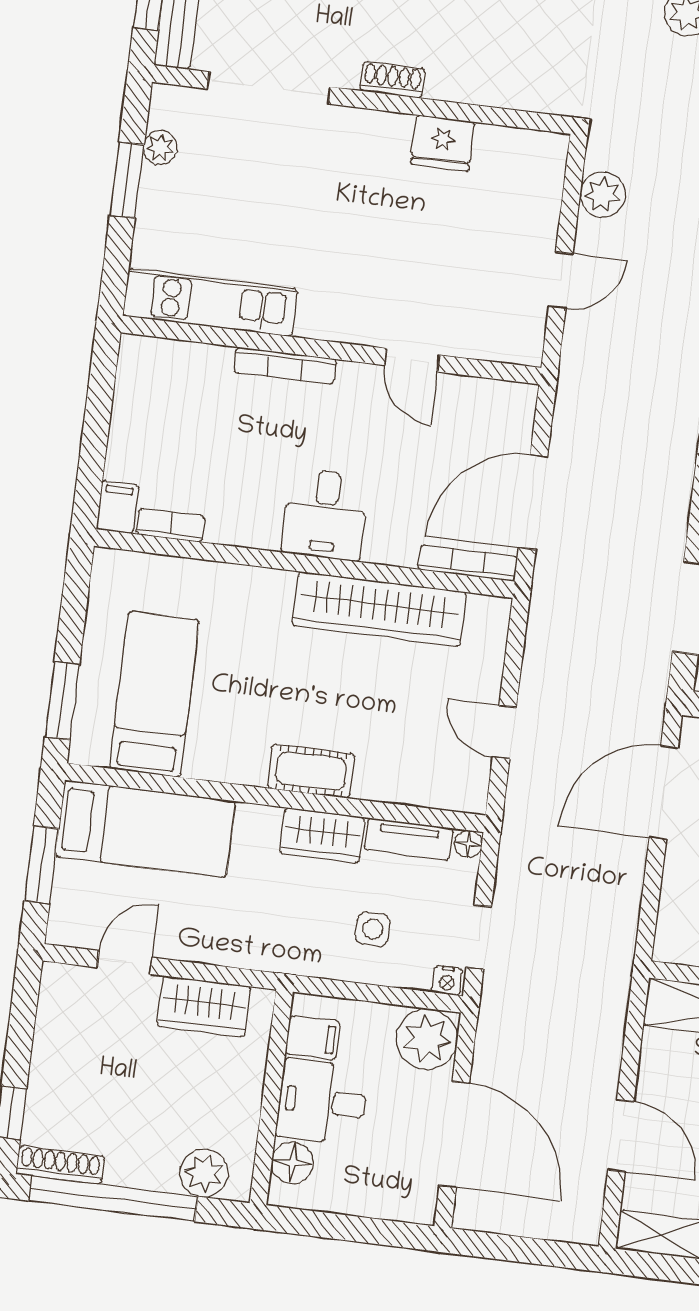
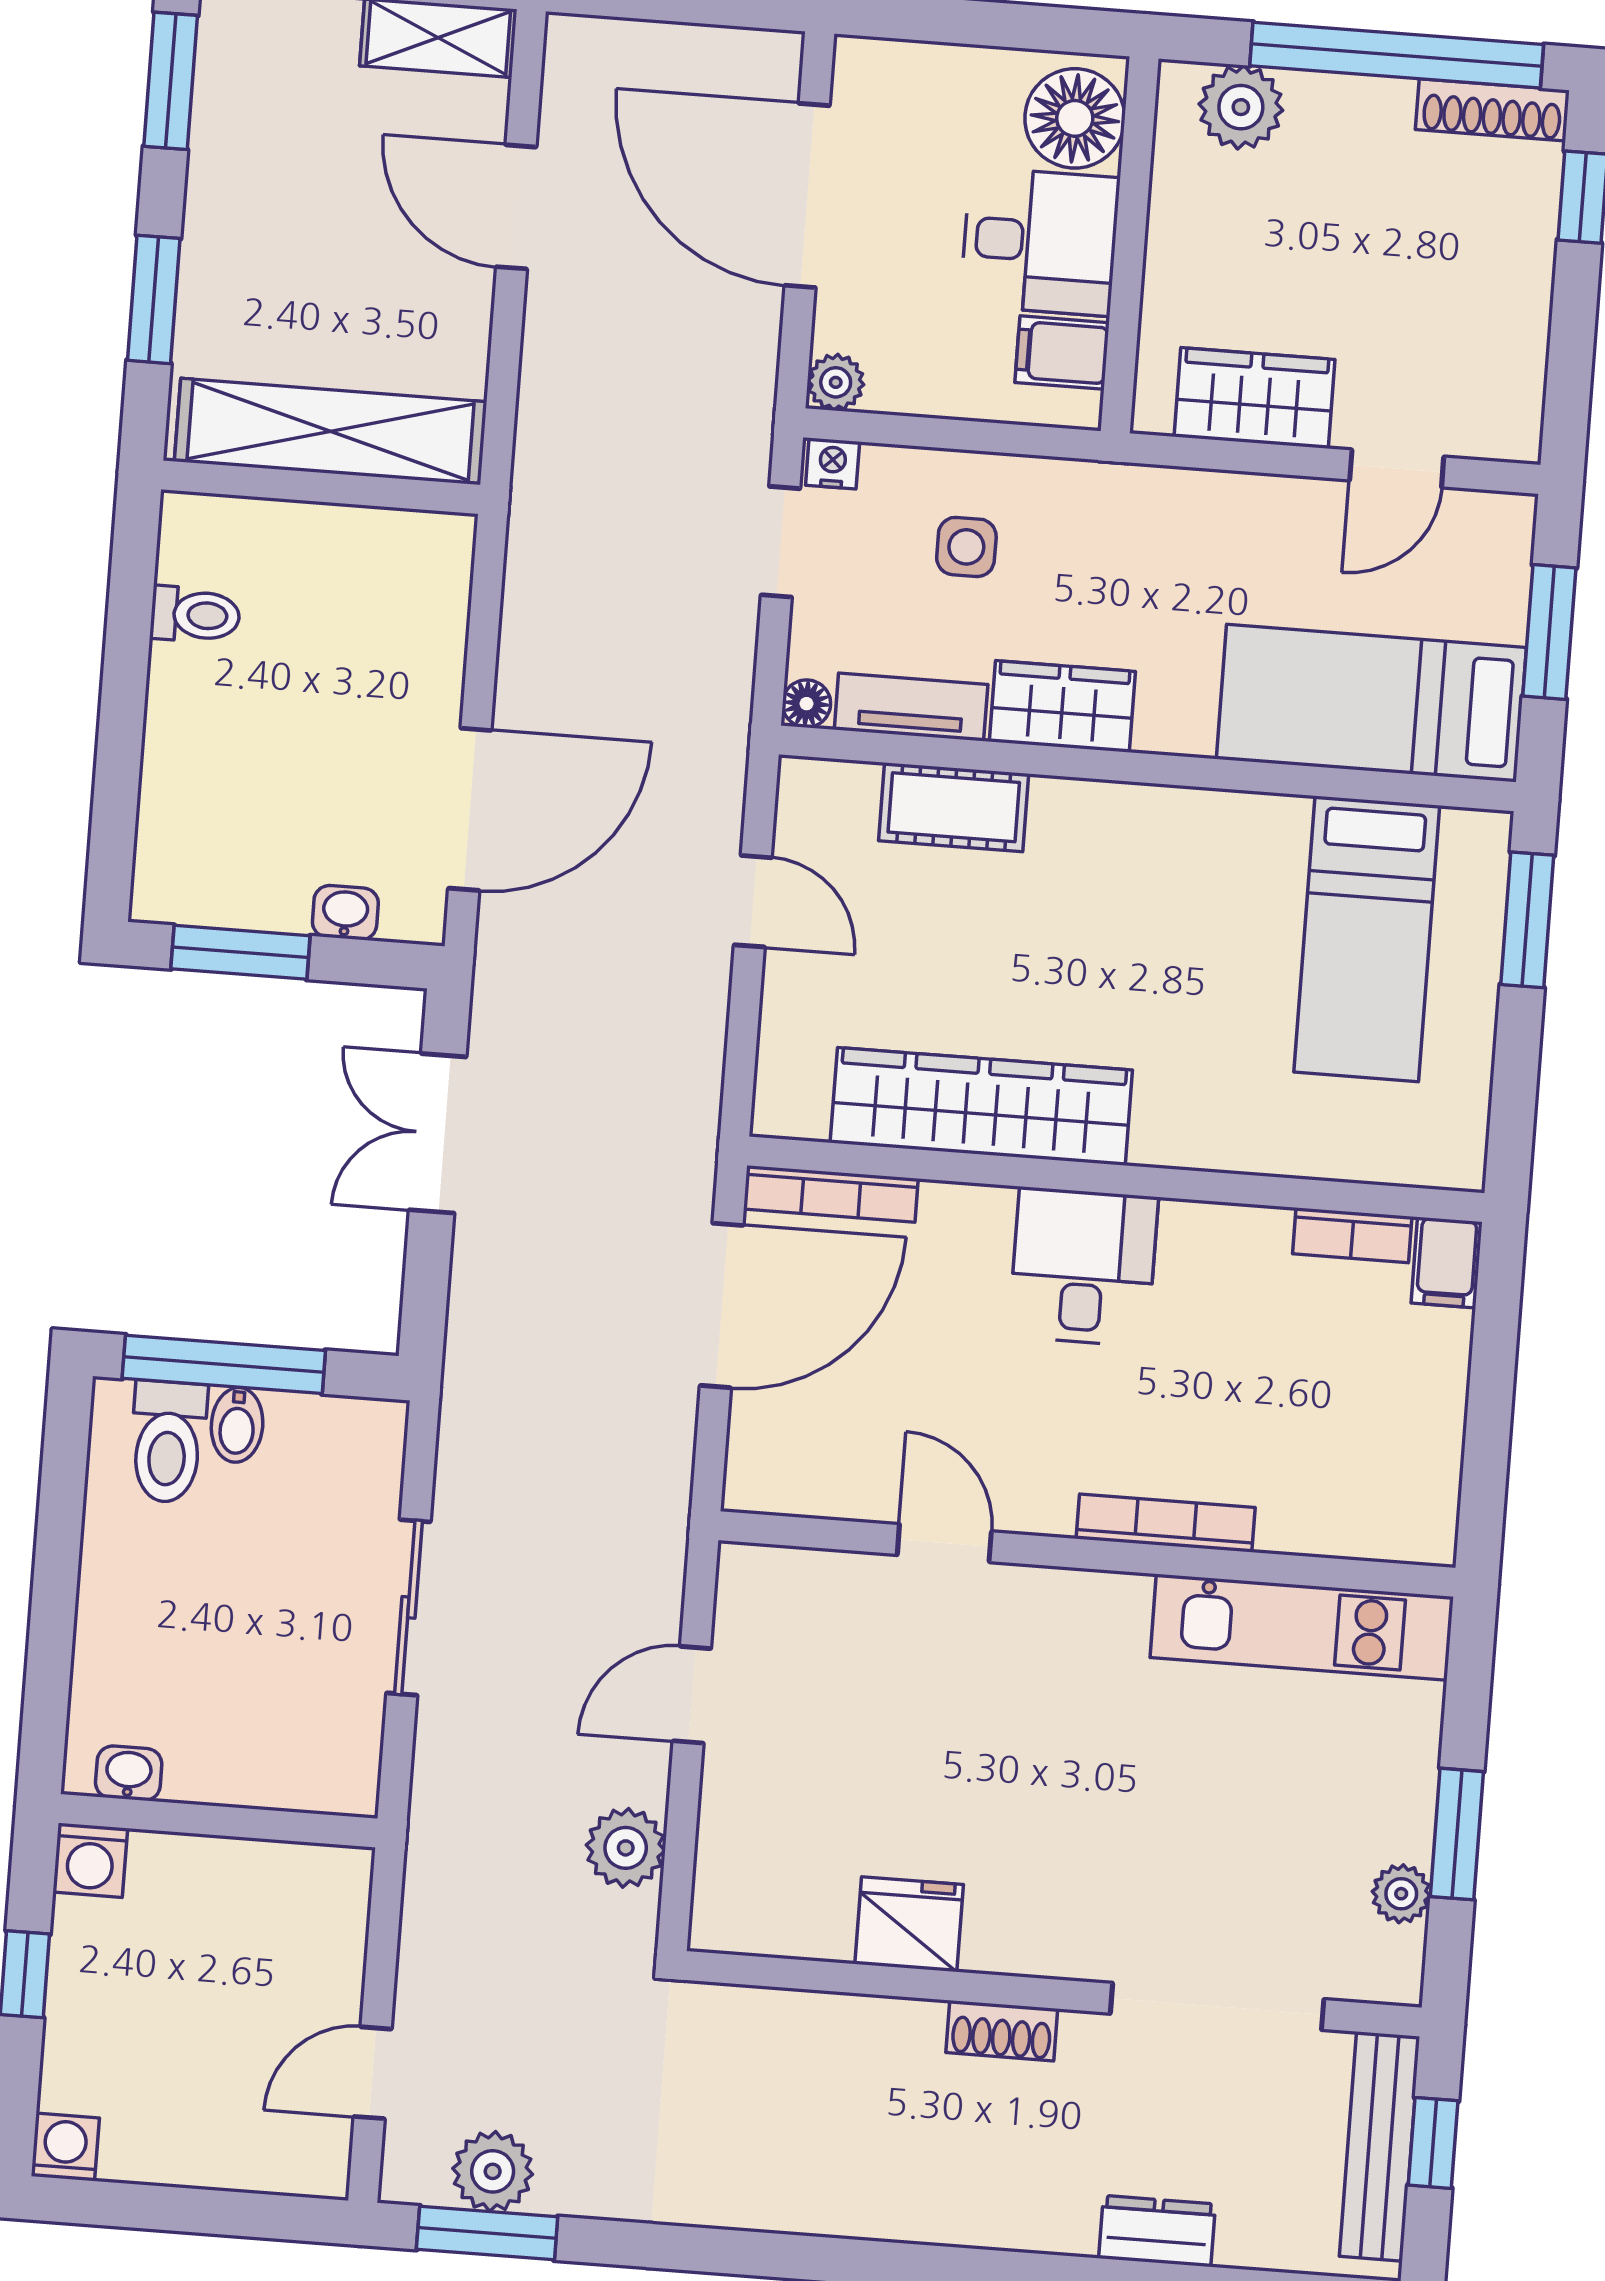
cot: (311, 771) -> (954, 807), moved
plant: (427, 1039) -> (836, 382), width x0.53, depth x0.53
floor lamp: (292, 1163) -> (1075, 118), width x1.38, depth x1.38

